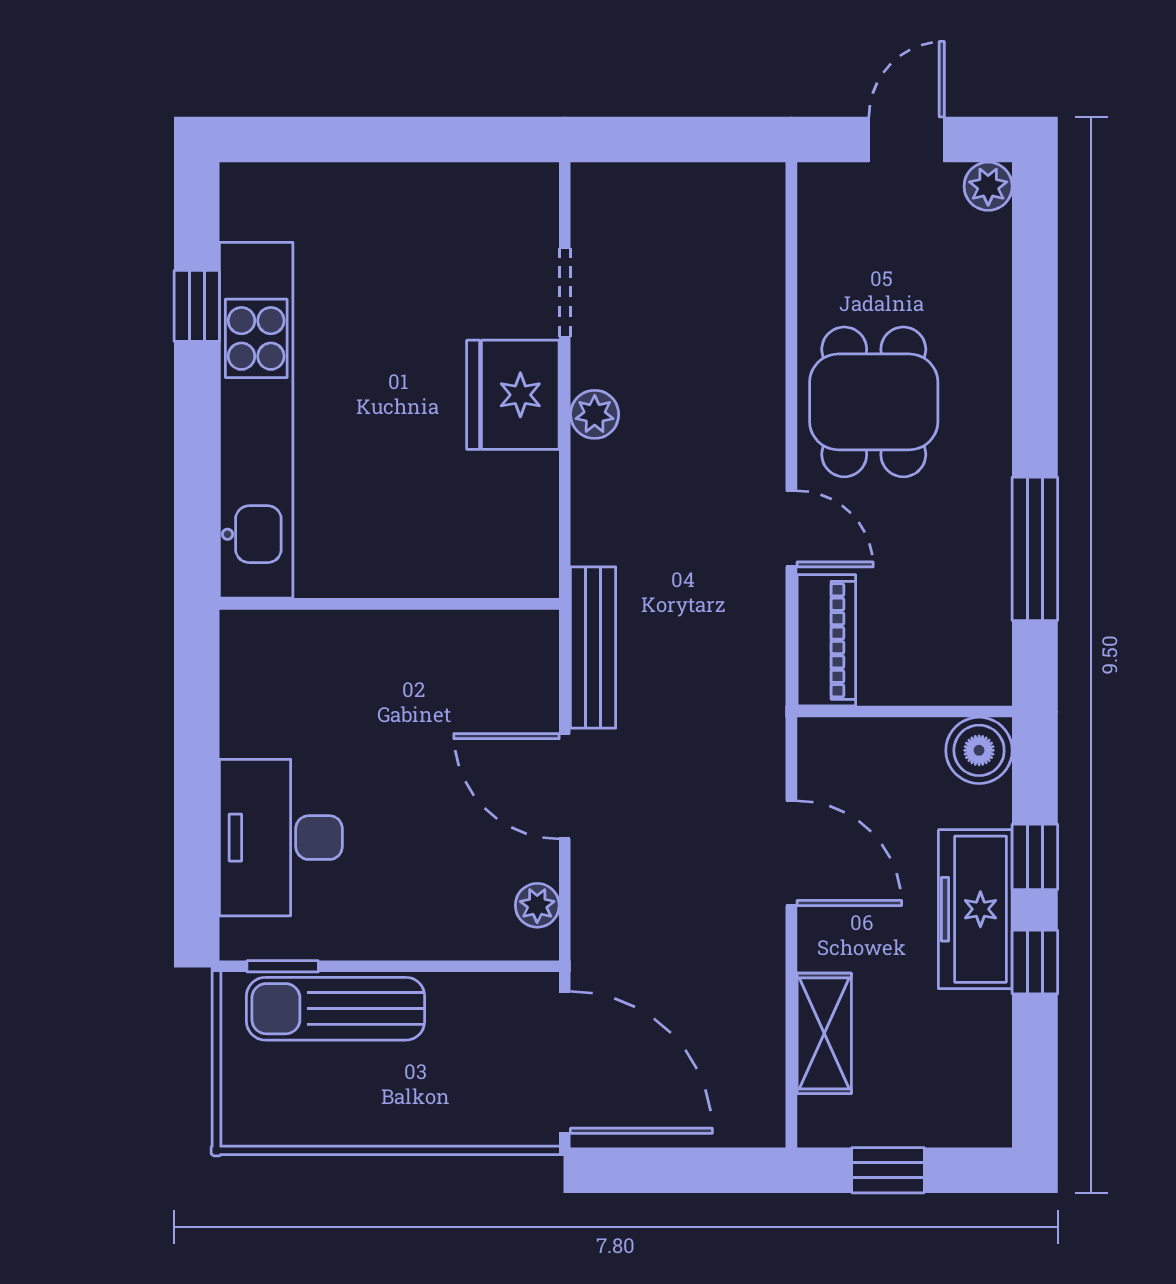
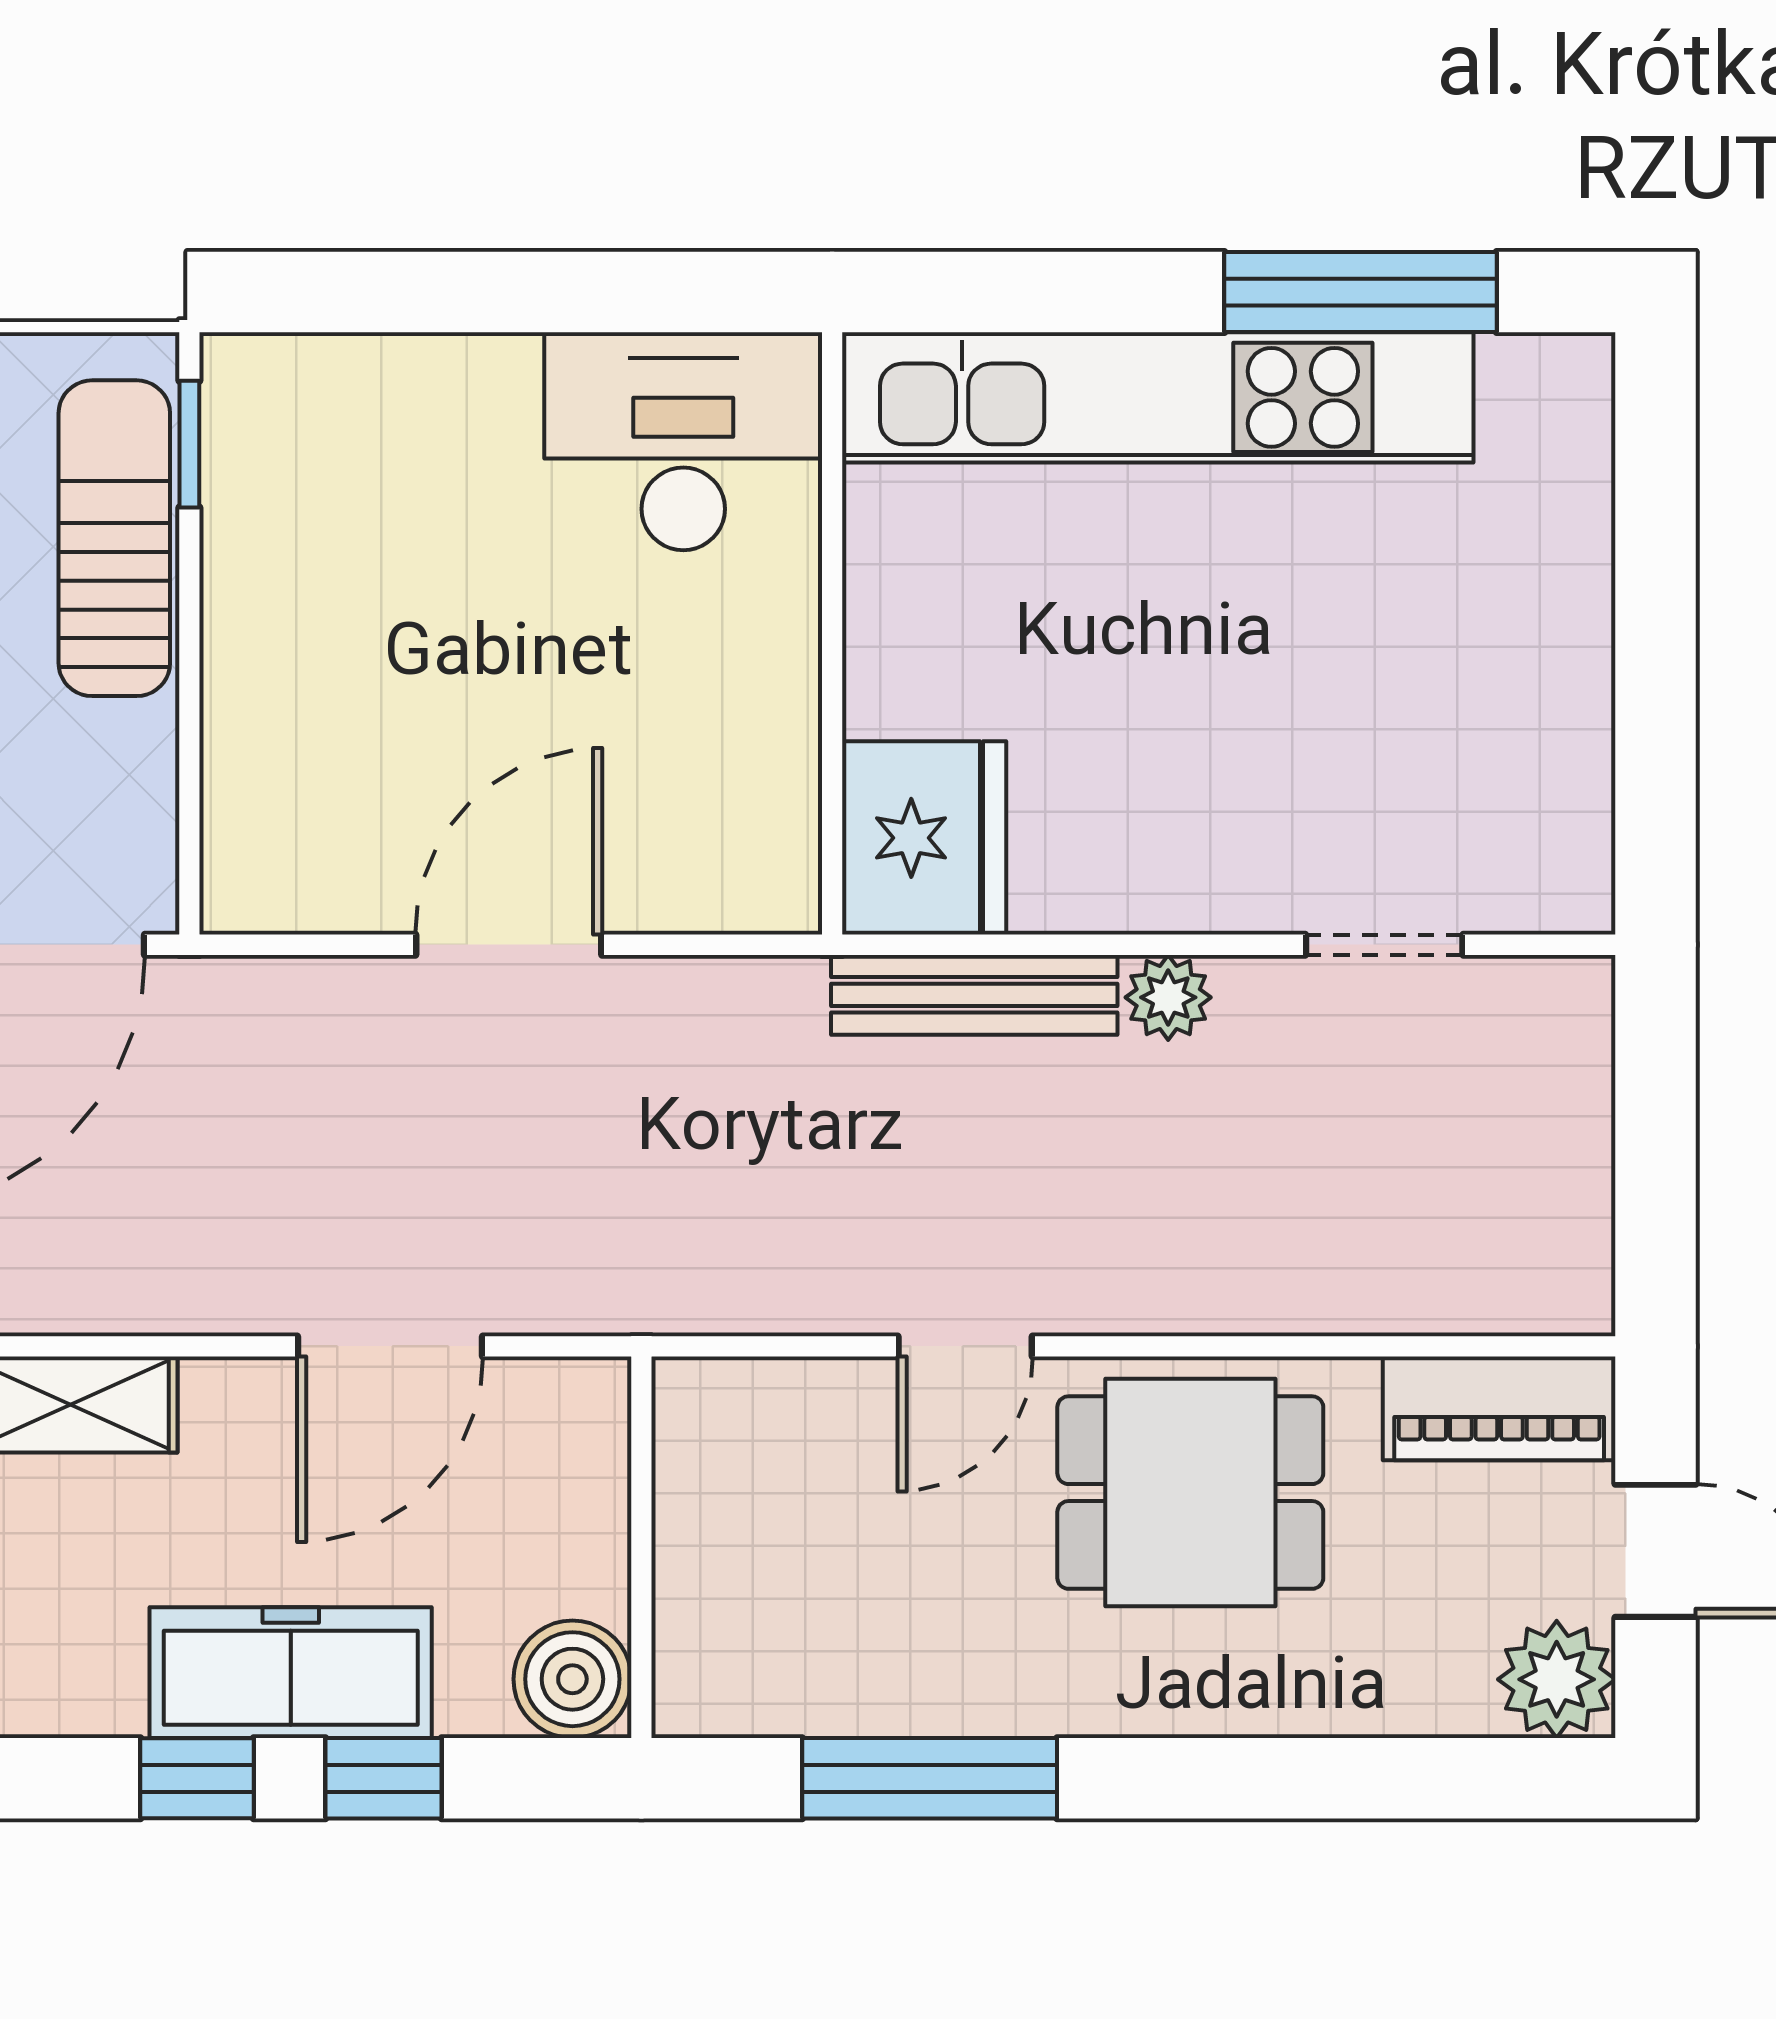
plant: (988, 186) -> (1557, 1679), width x1.38, depth x1.38
window: (197, 306) -> (1360, 292), width x2.17
fridge: (513, 395) -> (924, 838), moved, turned 90
piano: (826, 640) -> (1499, 1408), moved
bench: (593, 647) -> (974, 995), moved
desk: (281, 838) -> (683, 441), moved
plant: (537, 905) -> (298, 896), removed

